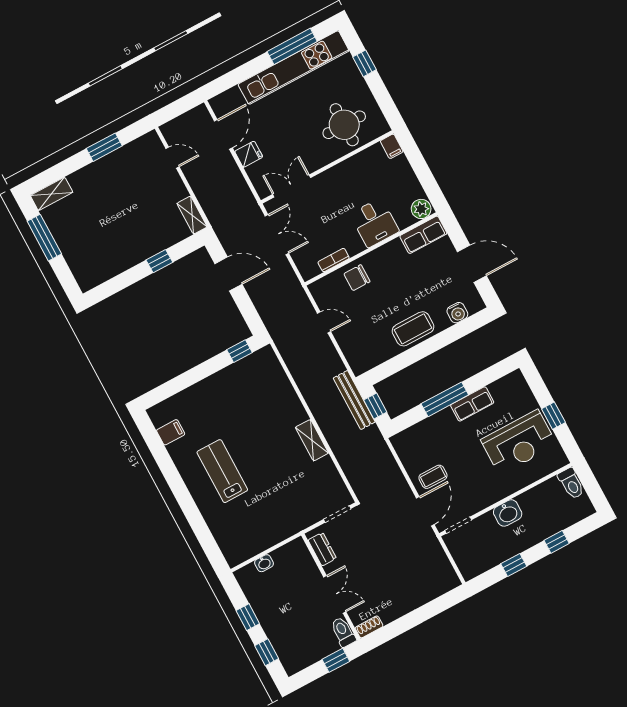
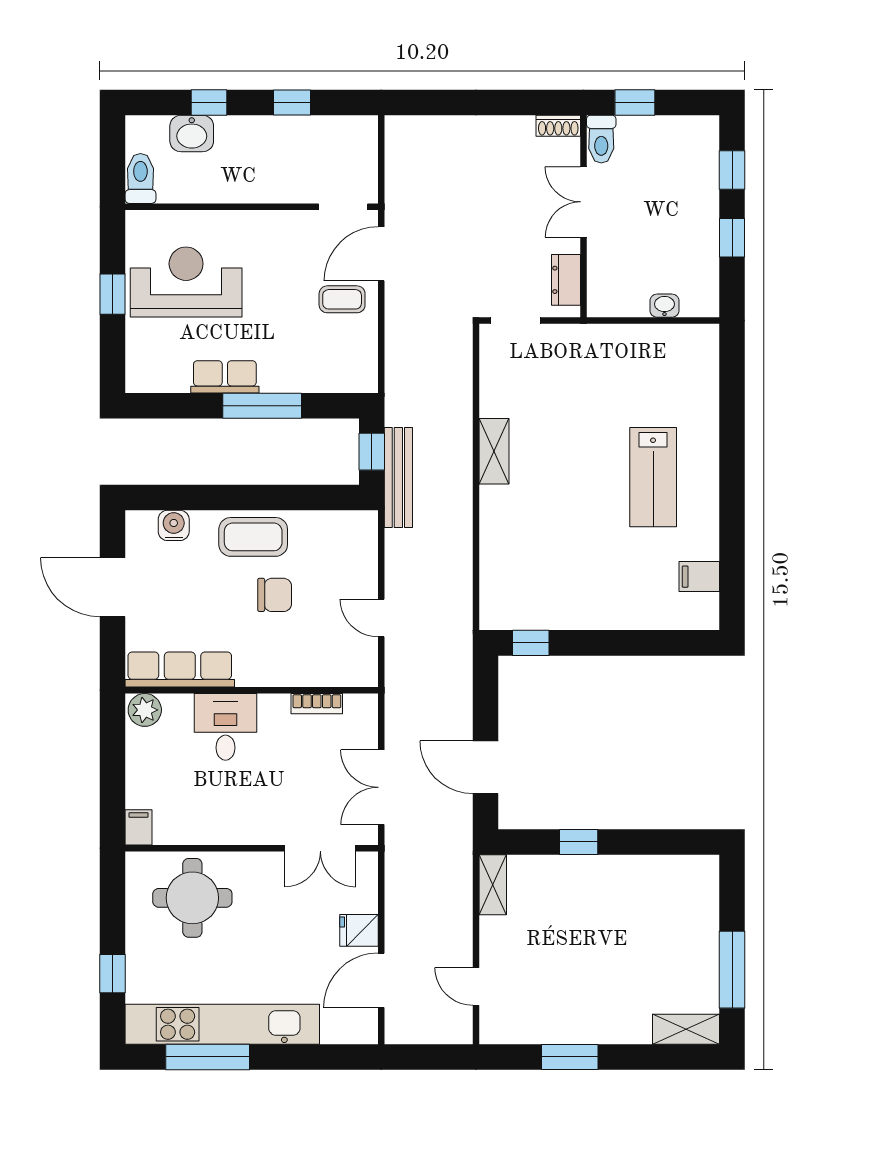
row of seats: (423, 235) -> (180, 669), width x1.48
chair: (357, 278) -> (275, 595), moved
washbasin: (508, 513) -> (192, 133), moved, turned 180

